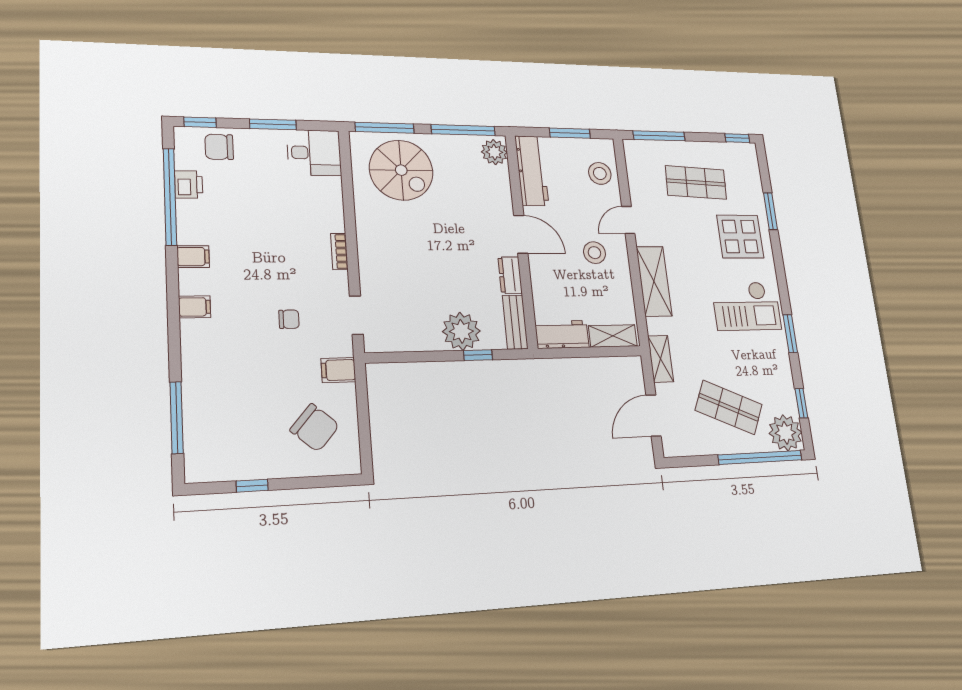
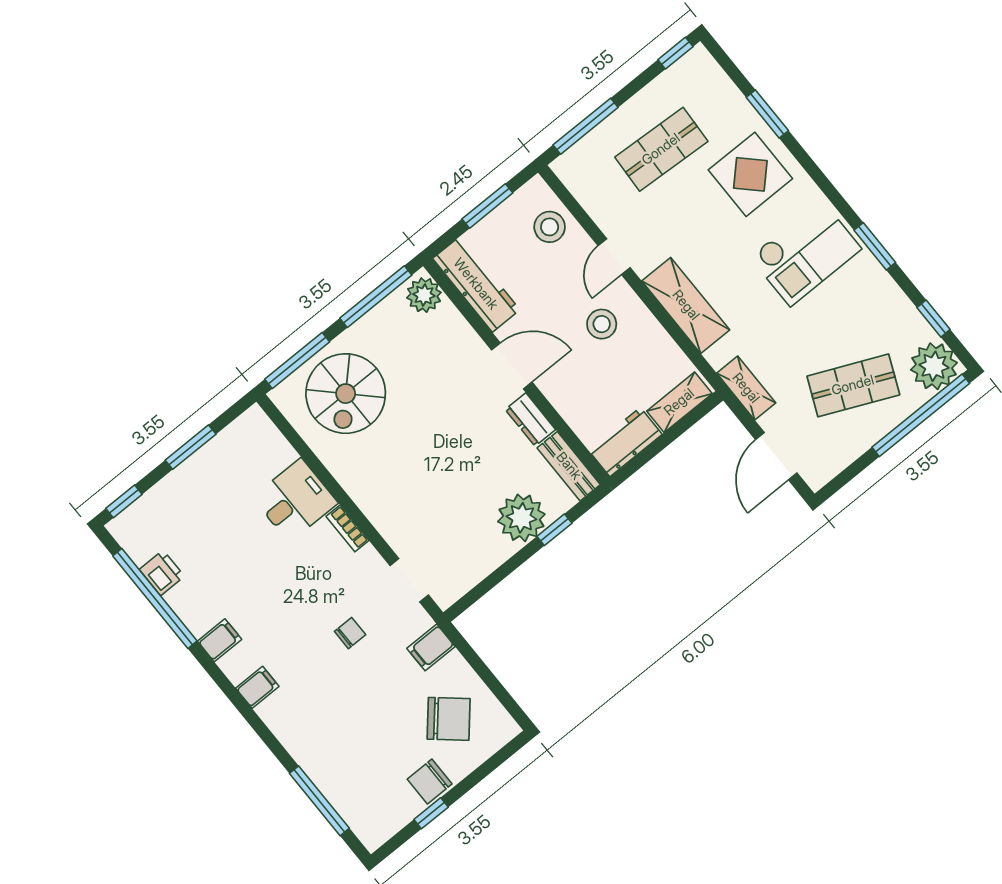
chair: (219, 147) -> (430, 782), moved
desk: (314, 153) -> (295, 500), moved
spiral stairs: (401, 170) -> (346, 394), turned 90

